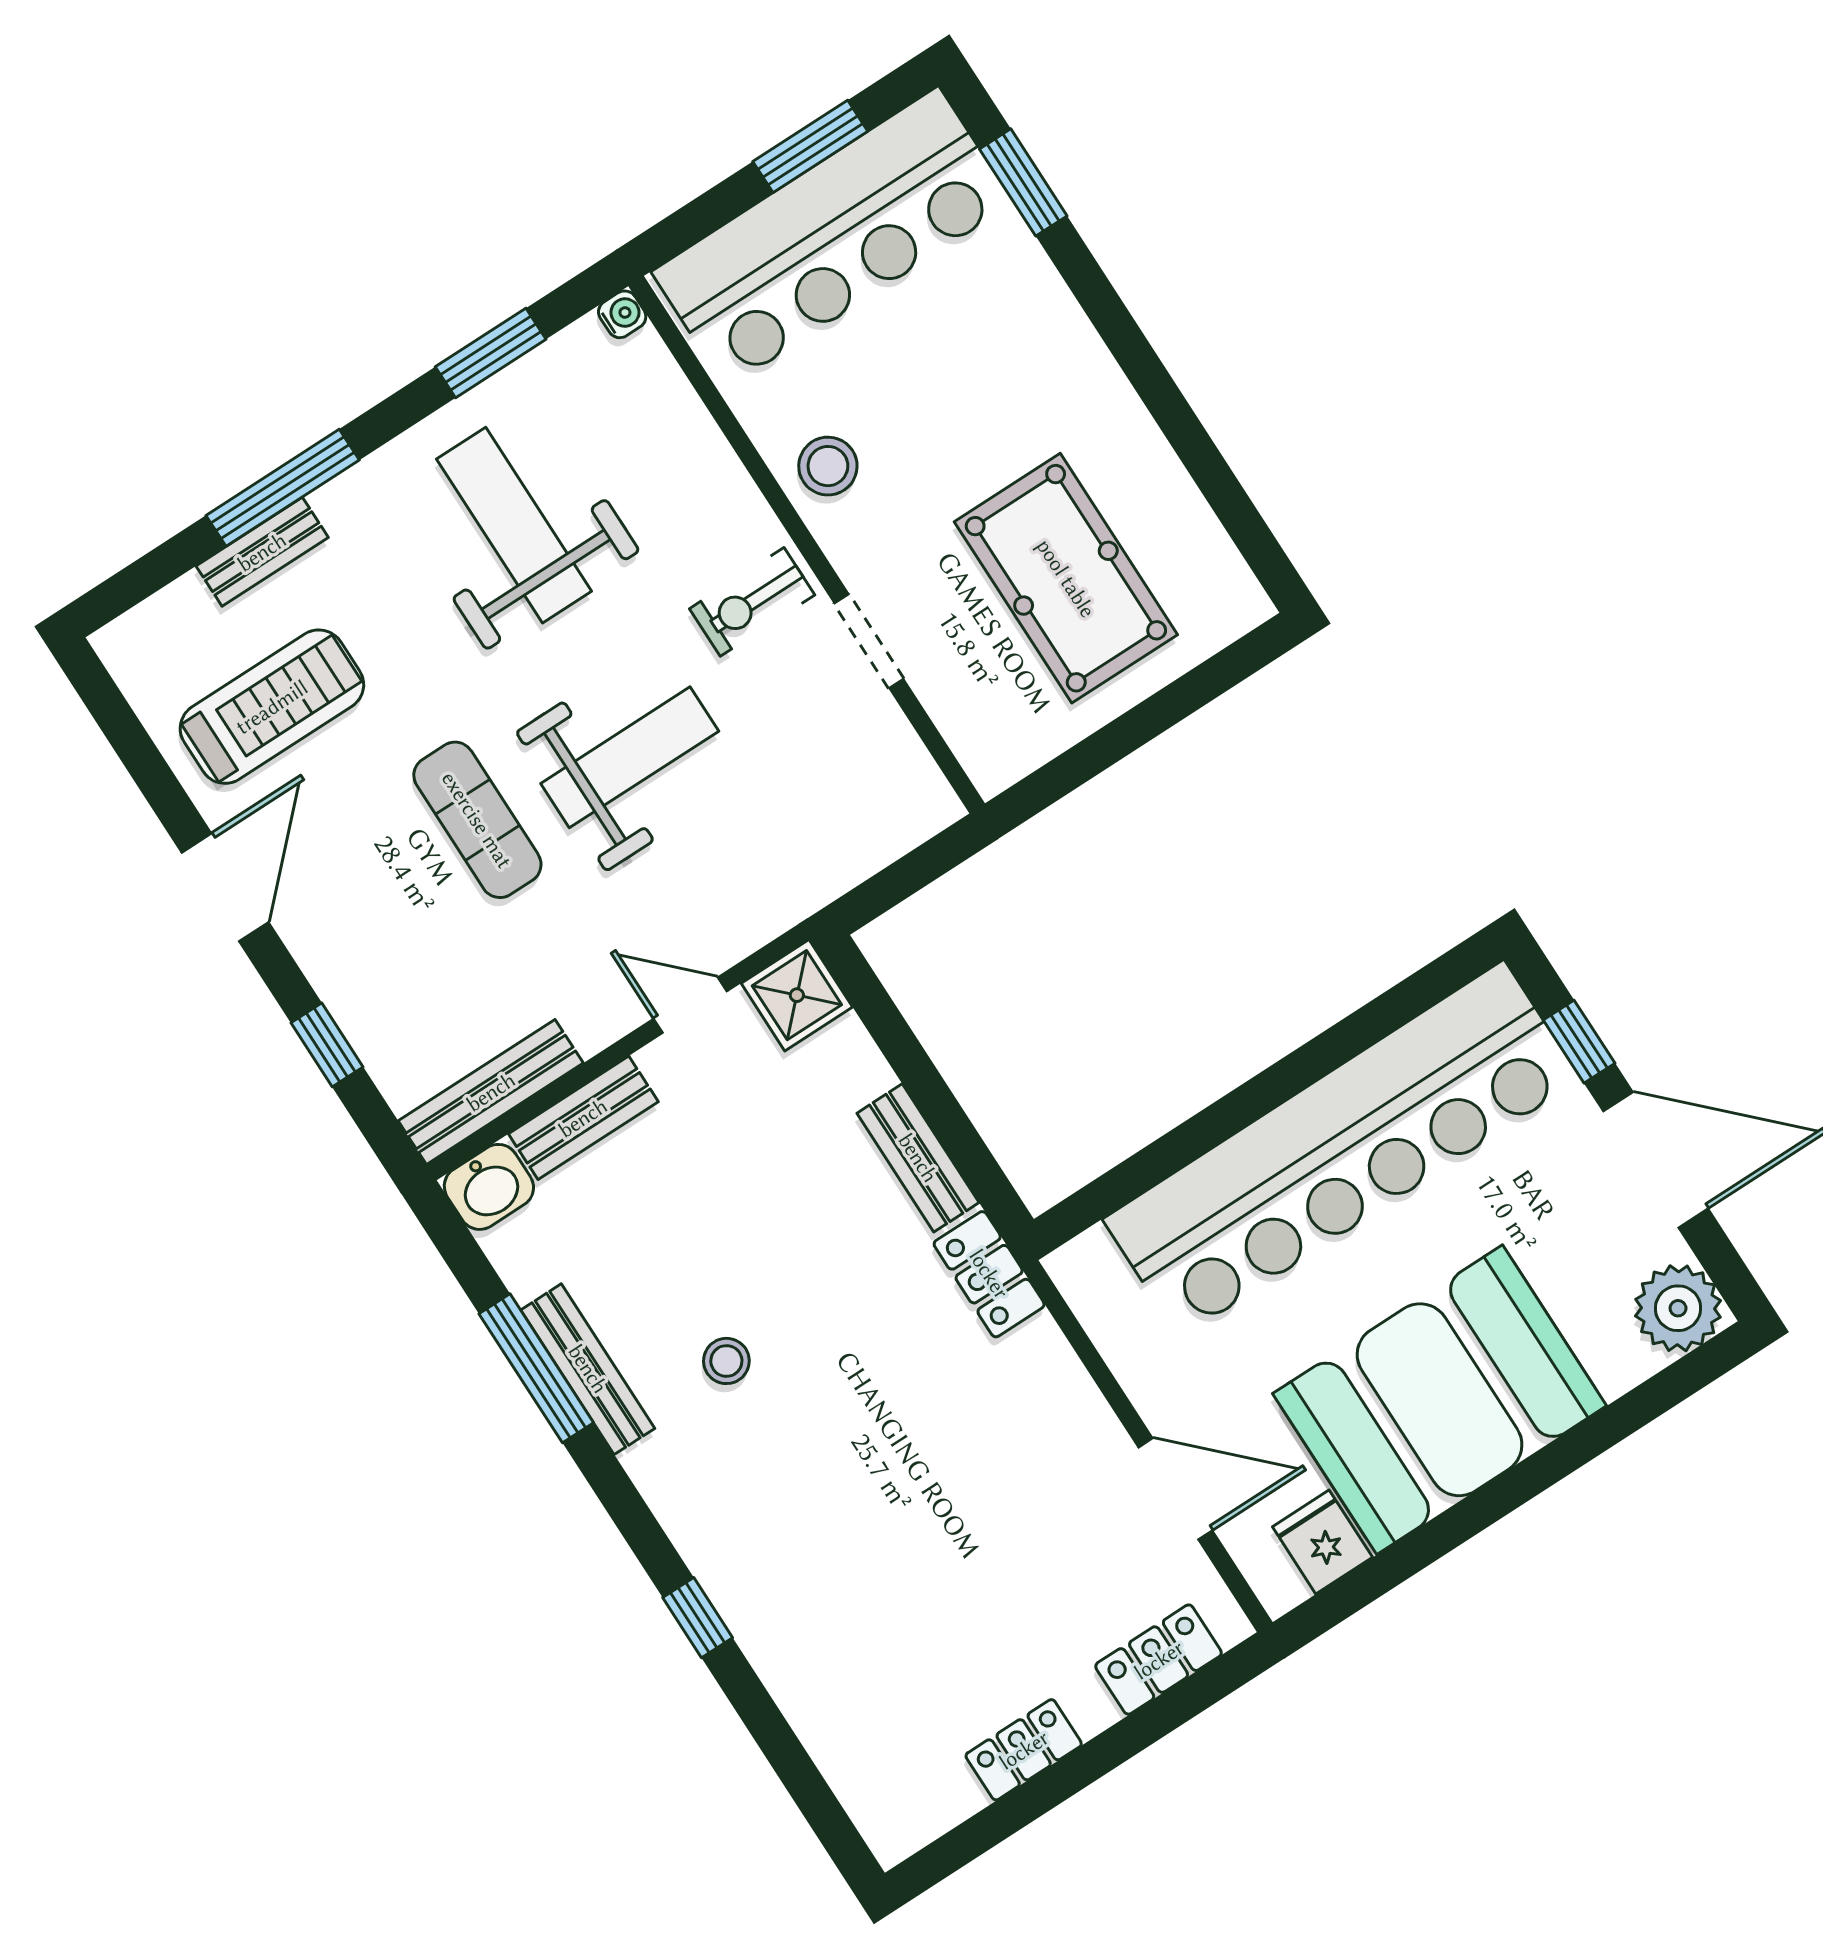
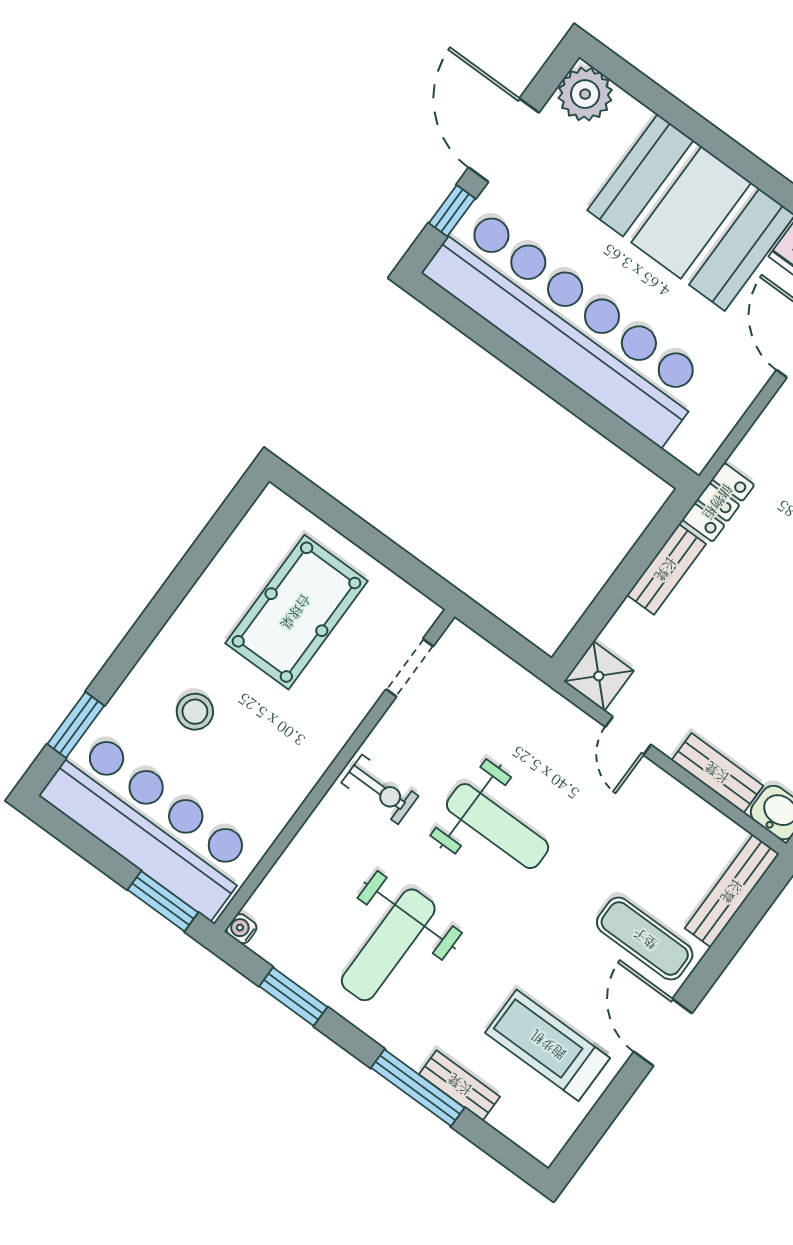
window: (810, 146) -> (163, 901), moved
stool: (828, 466) -> (195, 712), moved
doorway: (869, 641) -> (410, 668), moved
weight bench: (630, 757) -> (498, 826), turned 180
exercise mat: (477, 820) -> (645, 939), moved, turned 90
door: (225, 887) -> (663, 1032), hinge flipped
window: (327, 1045) -> (732, 938), removed
bench: (491, 1092) -> (732, 891), moved, turned 90

